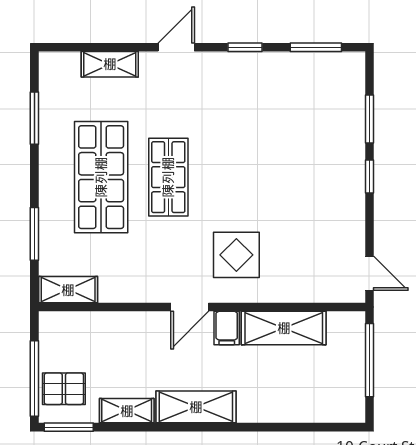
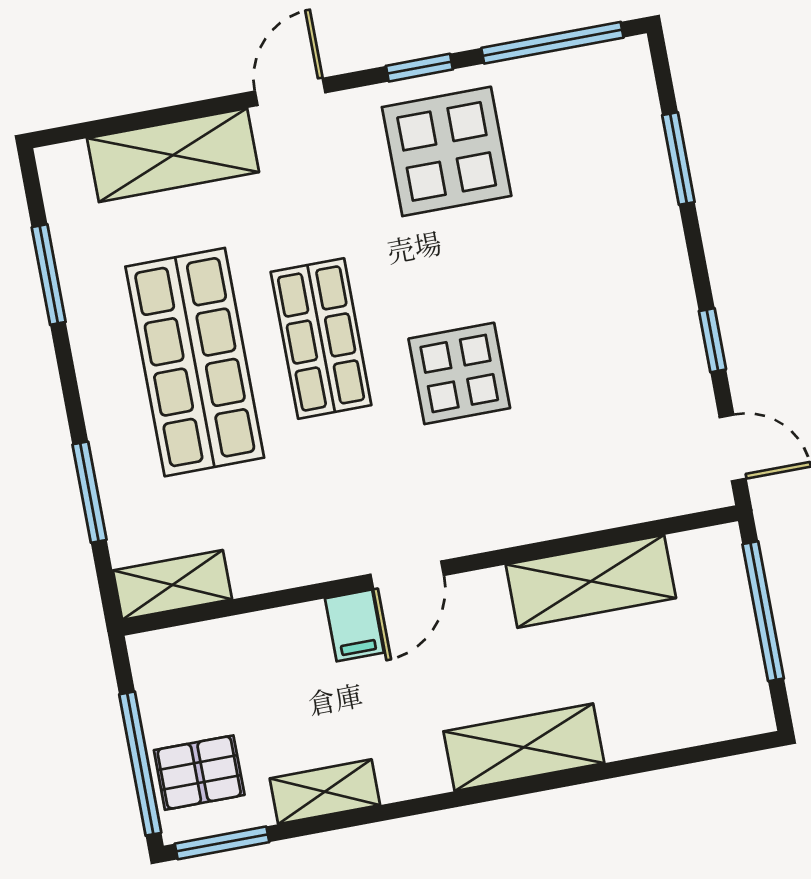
window: (316, 47) -> (552, 43), width x1.44
shelving: (110, 64) -> (173, 155), width x1.50, depth x1.33
display table: (251, 93) -> (447, 151), added
window: (369, 176) -> (712, 340), moved
display table: (236, 255) -> (459, 373), moved
filing cabinet: (227, 328) -> (354, 625), moved
shelving: (196, 407) -> (524, 747), moved

